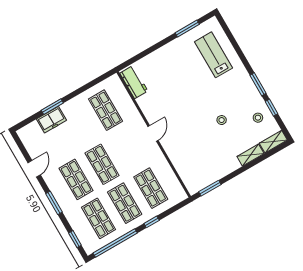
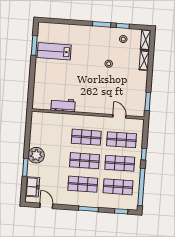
lab bench: (213, 55) -> (54, 51), moved
workbench: (134, 82) -> (63, 105), moved
plant: (73, 109) -> (36, 155), added
shop shelf: (105, 110) -> (86, 137), moved
freezer: (51, 120) -> (32, 187), moved
door: (153, 133) -> (119, 116), moved
door: (34, 169) -> (46, 206), moved

